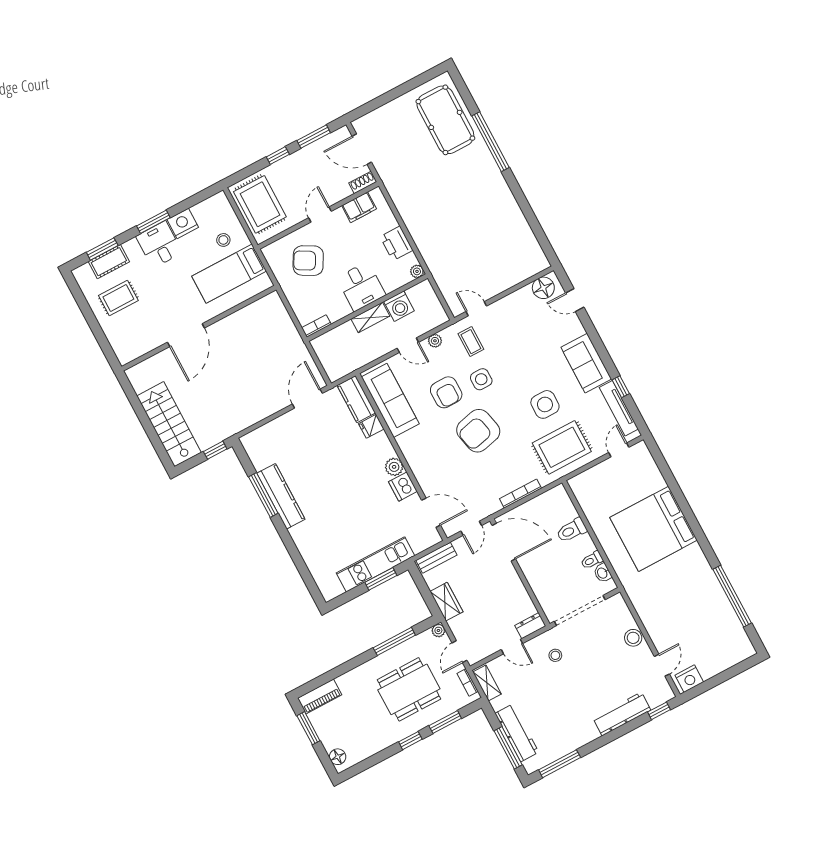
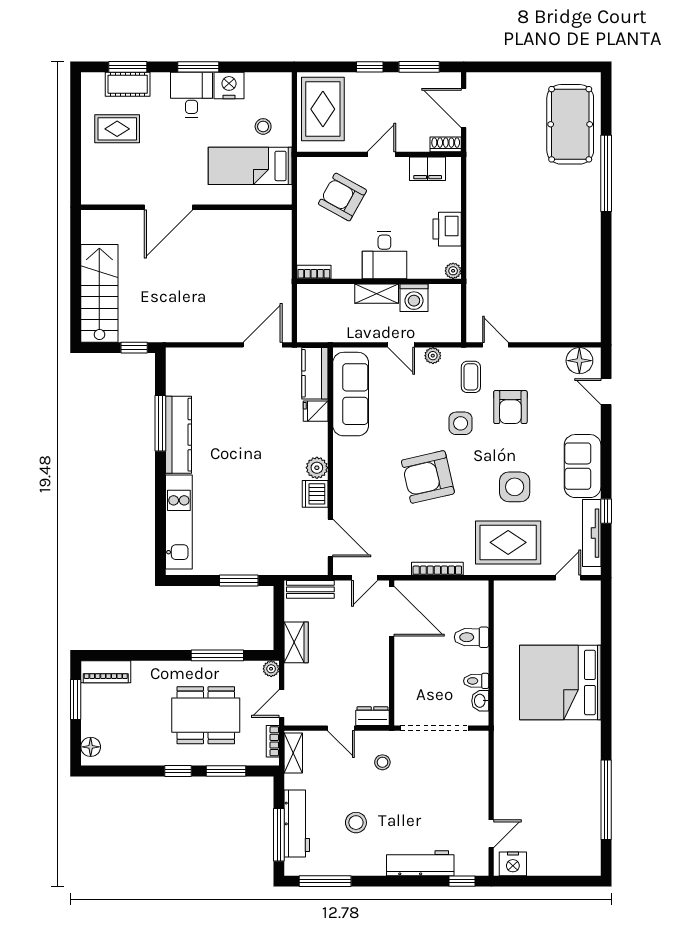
armchair: (446, 392) -> (510, 407), moved
kitchen unit: (376, 564) -> (179, 522), moved, turned 90
stool: (633, 638) -> (356, 823), moved

